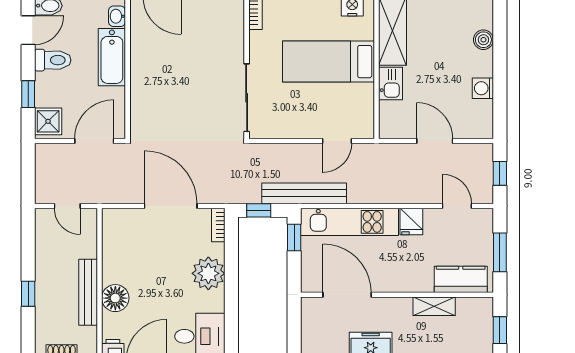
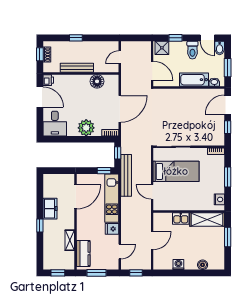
bed: (328, 62) -> (176, 171), moved, turned 90
floor lamp: (115, 298) -> (97, 81), moved

